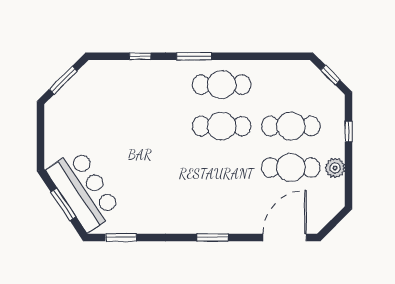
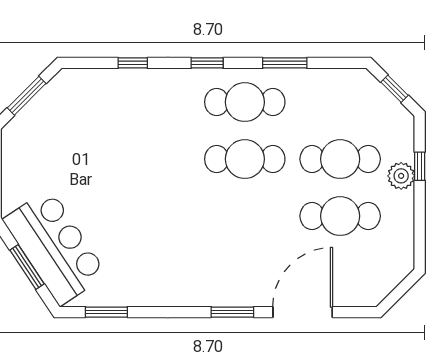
window: (194, 56) -> (207, 63), width x0.67
window: (251, 56) -> (285, 63), added
plant: (335, 168) -> (401, 176), moved
door: (285, 237) -> (303, 312), moved

